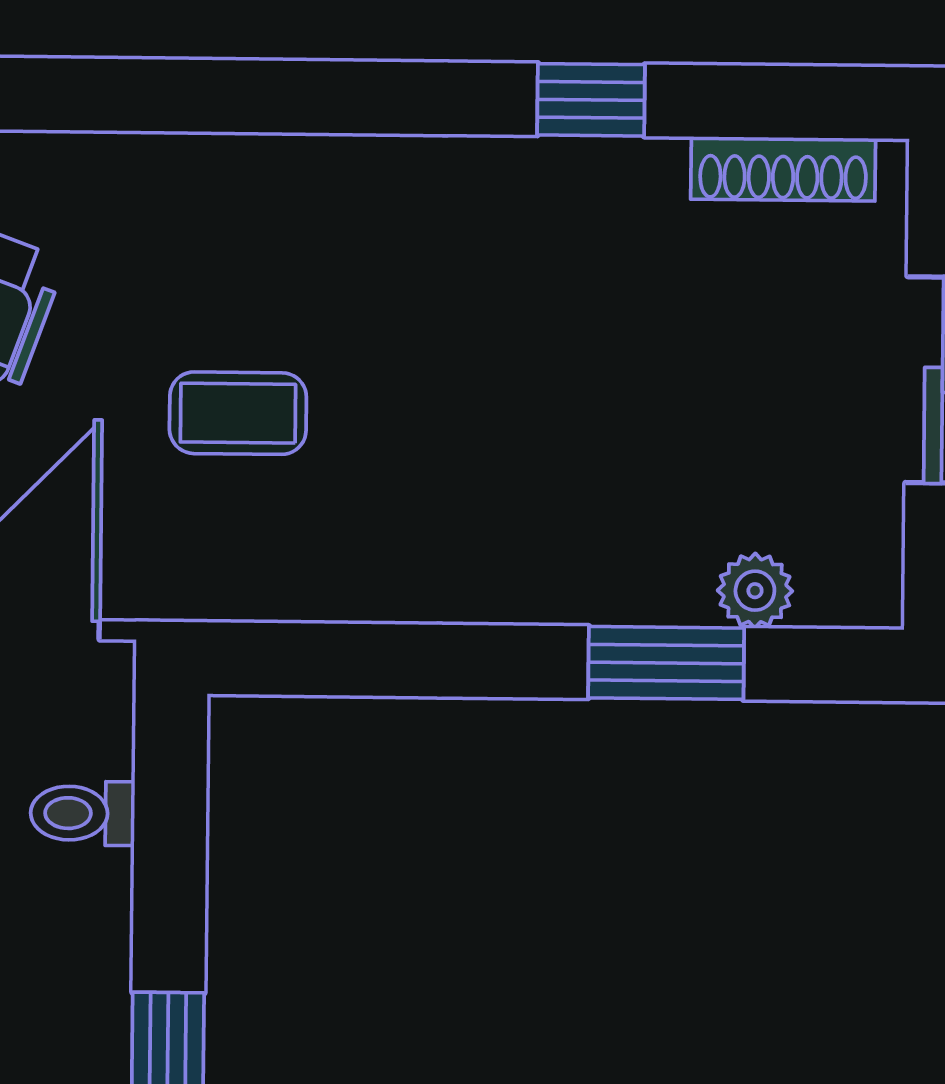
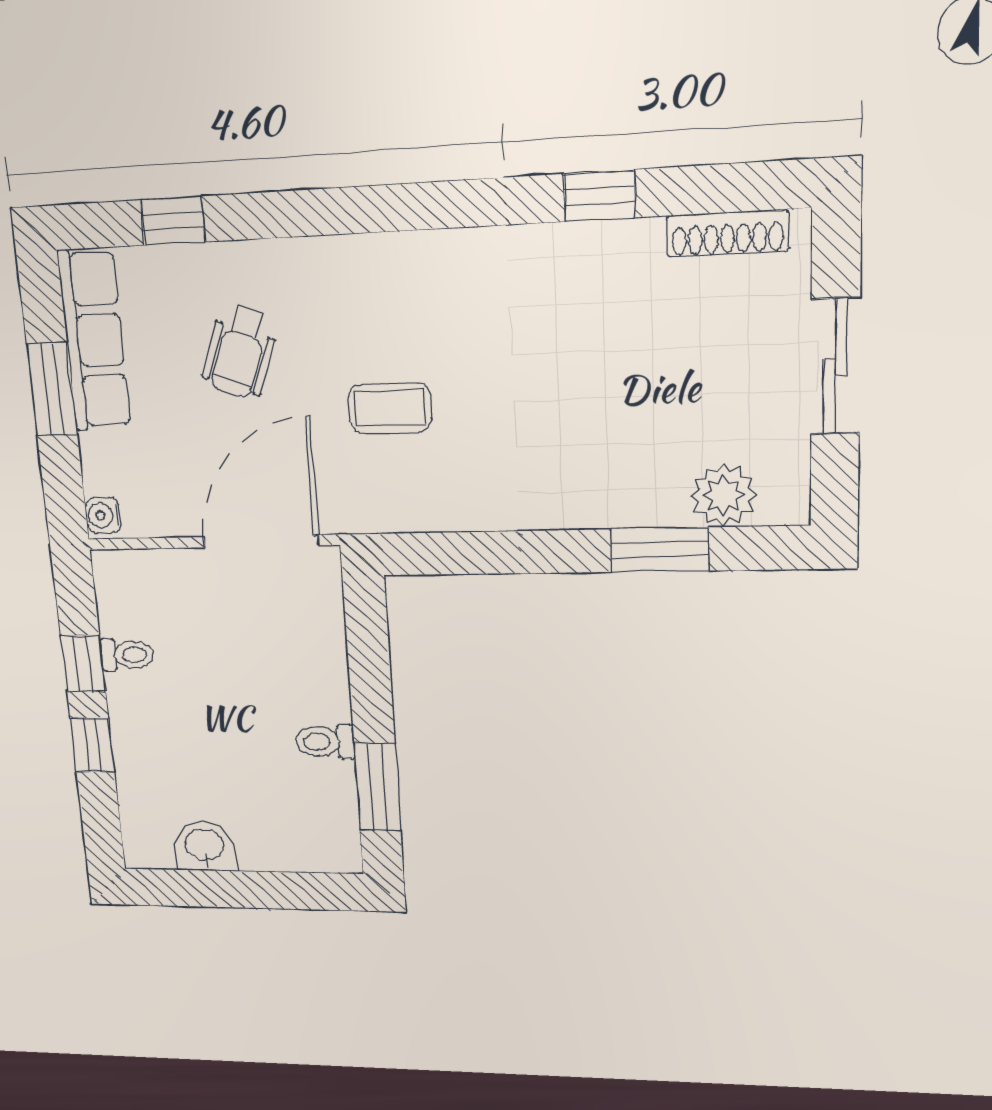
plant: (755, 591) -> (724, 495), width x1.38, depth x1.38
toilet: (83, 813) -> (325, 742), moved

